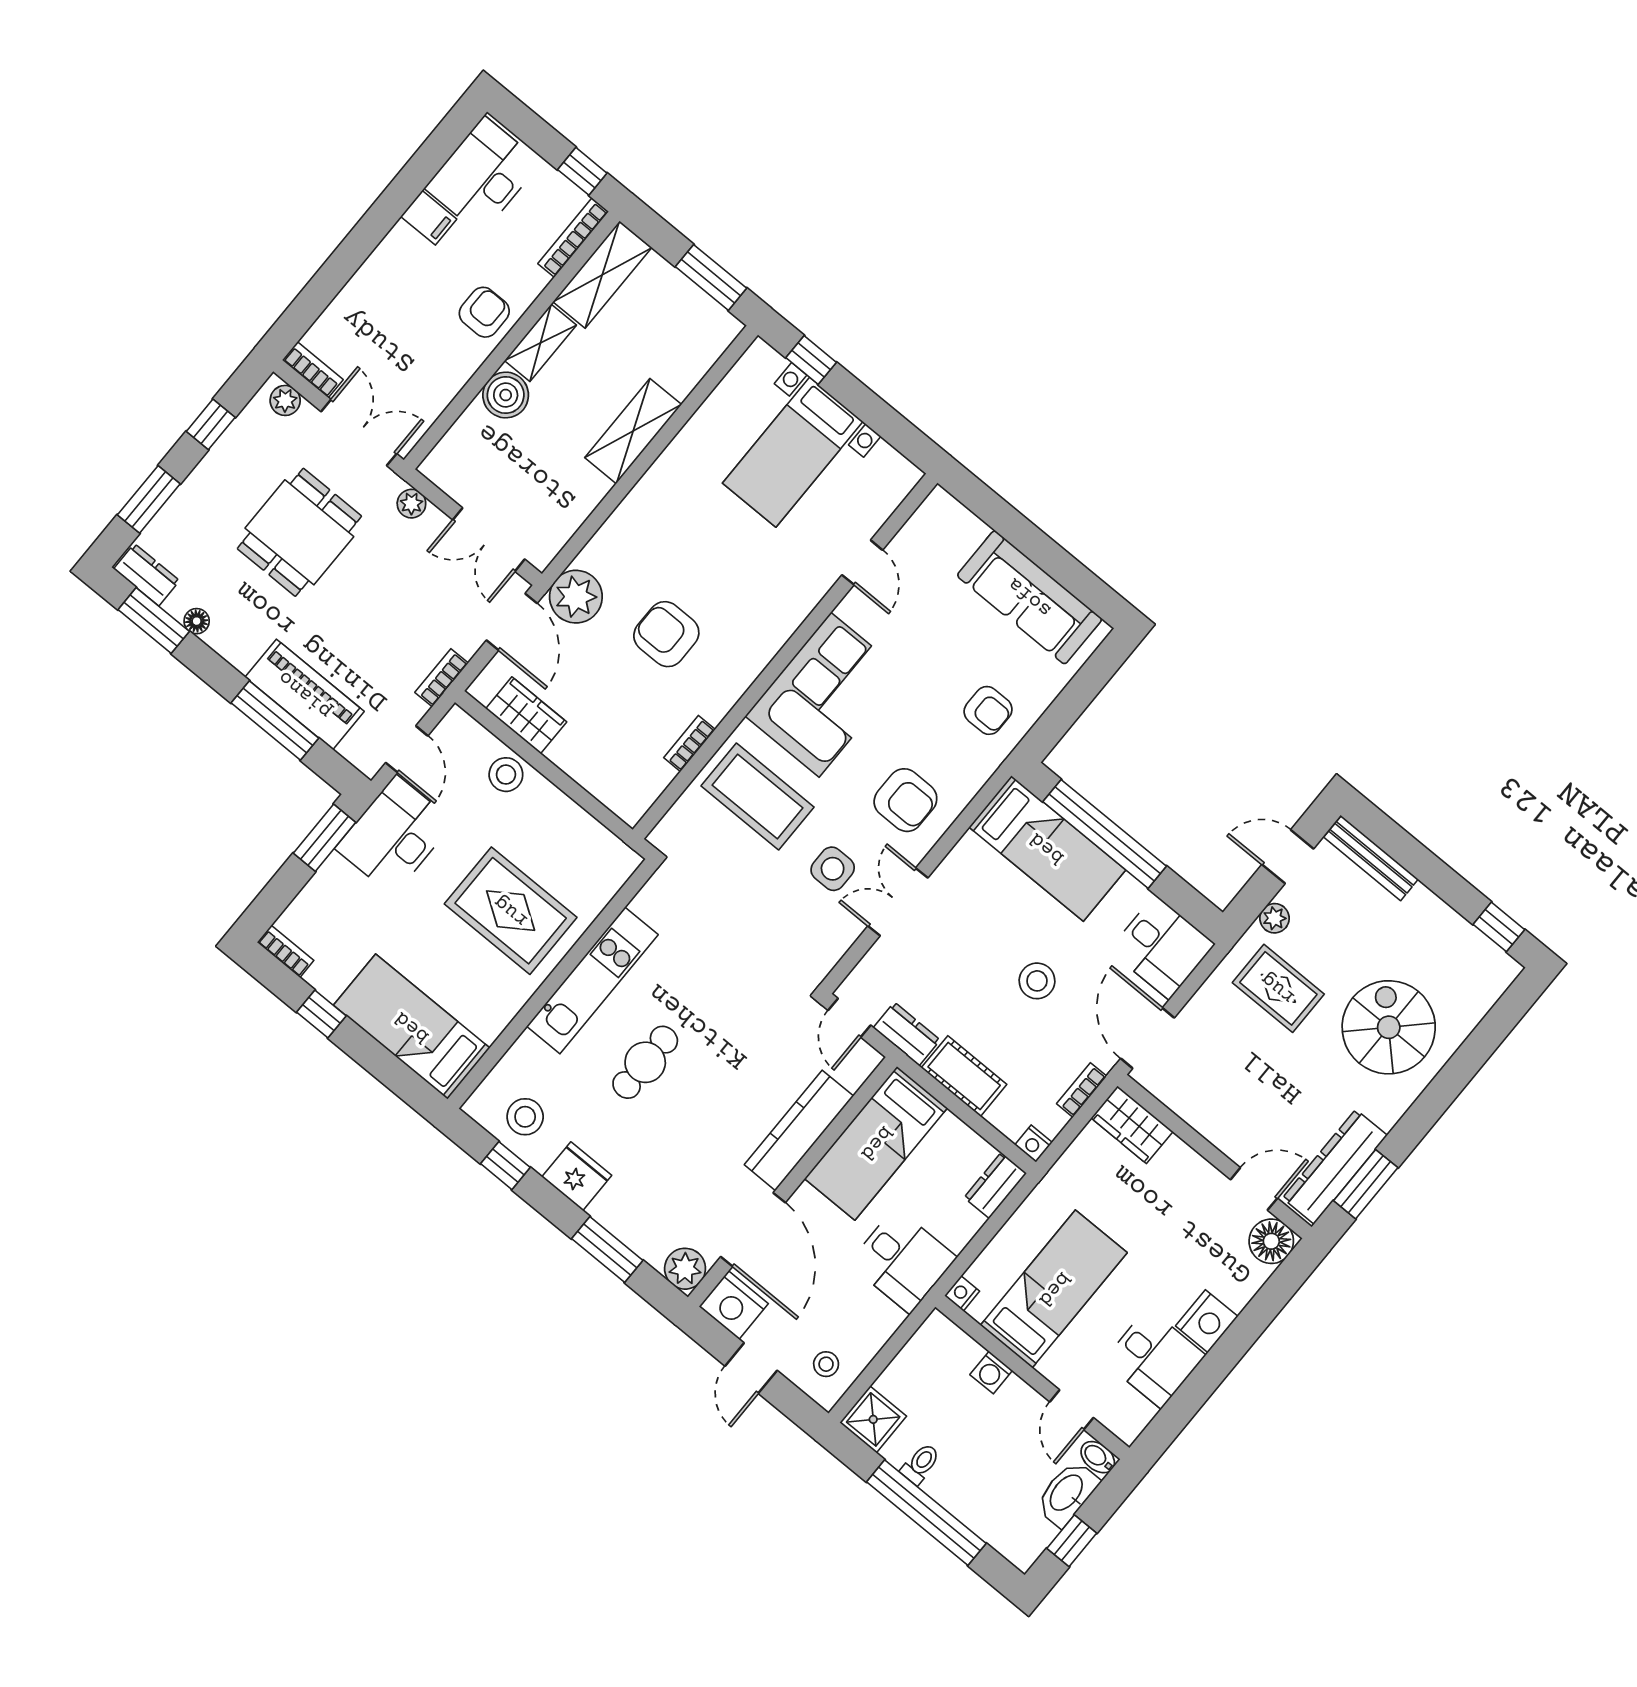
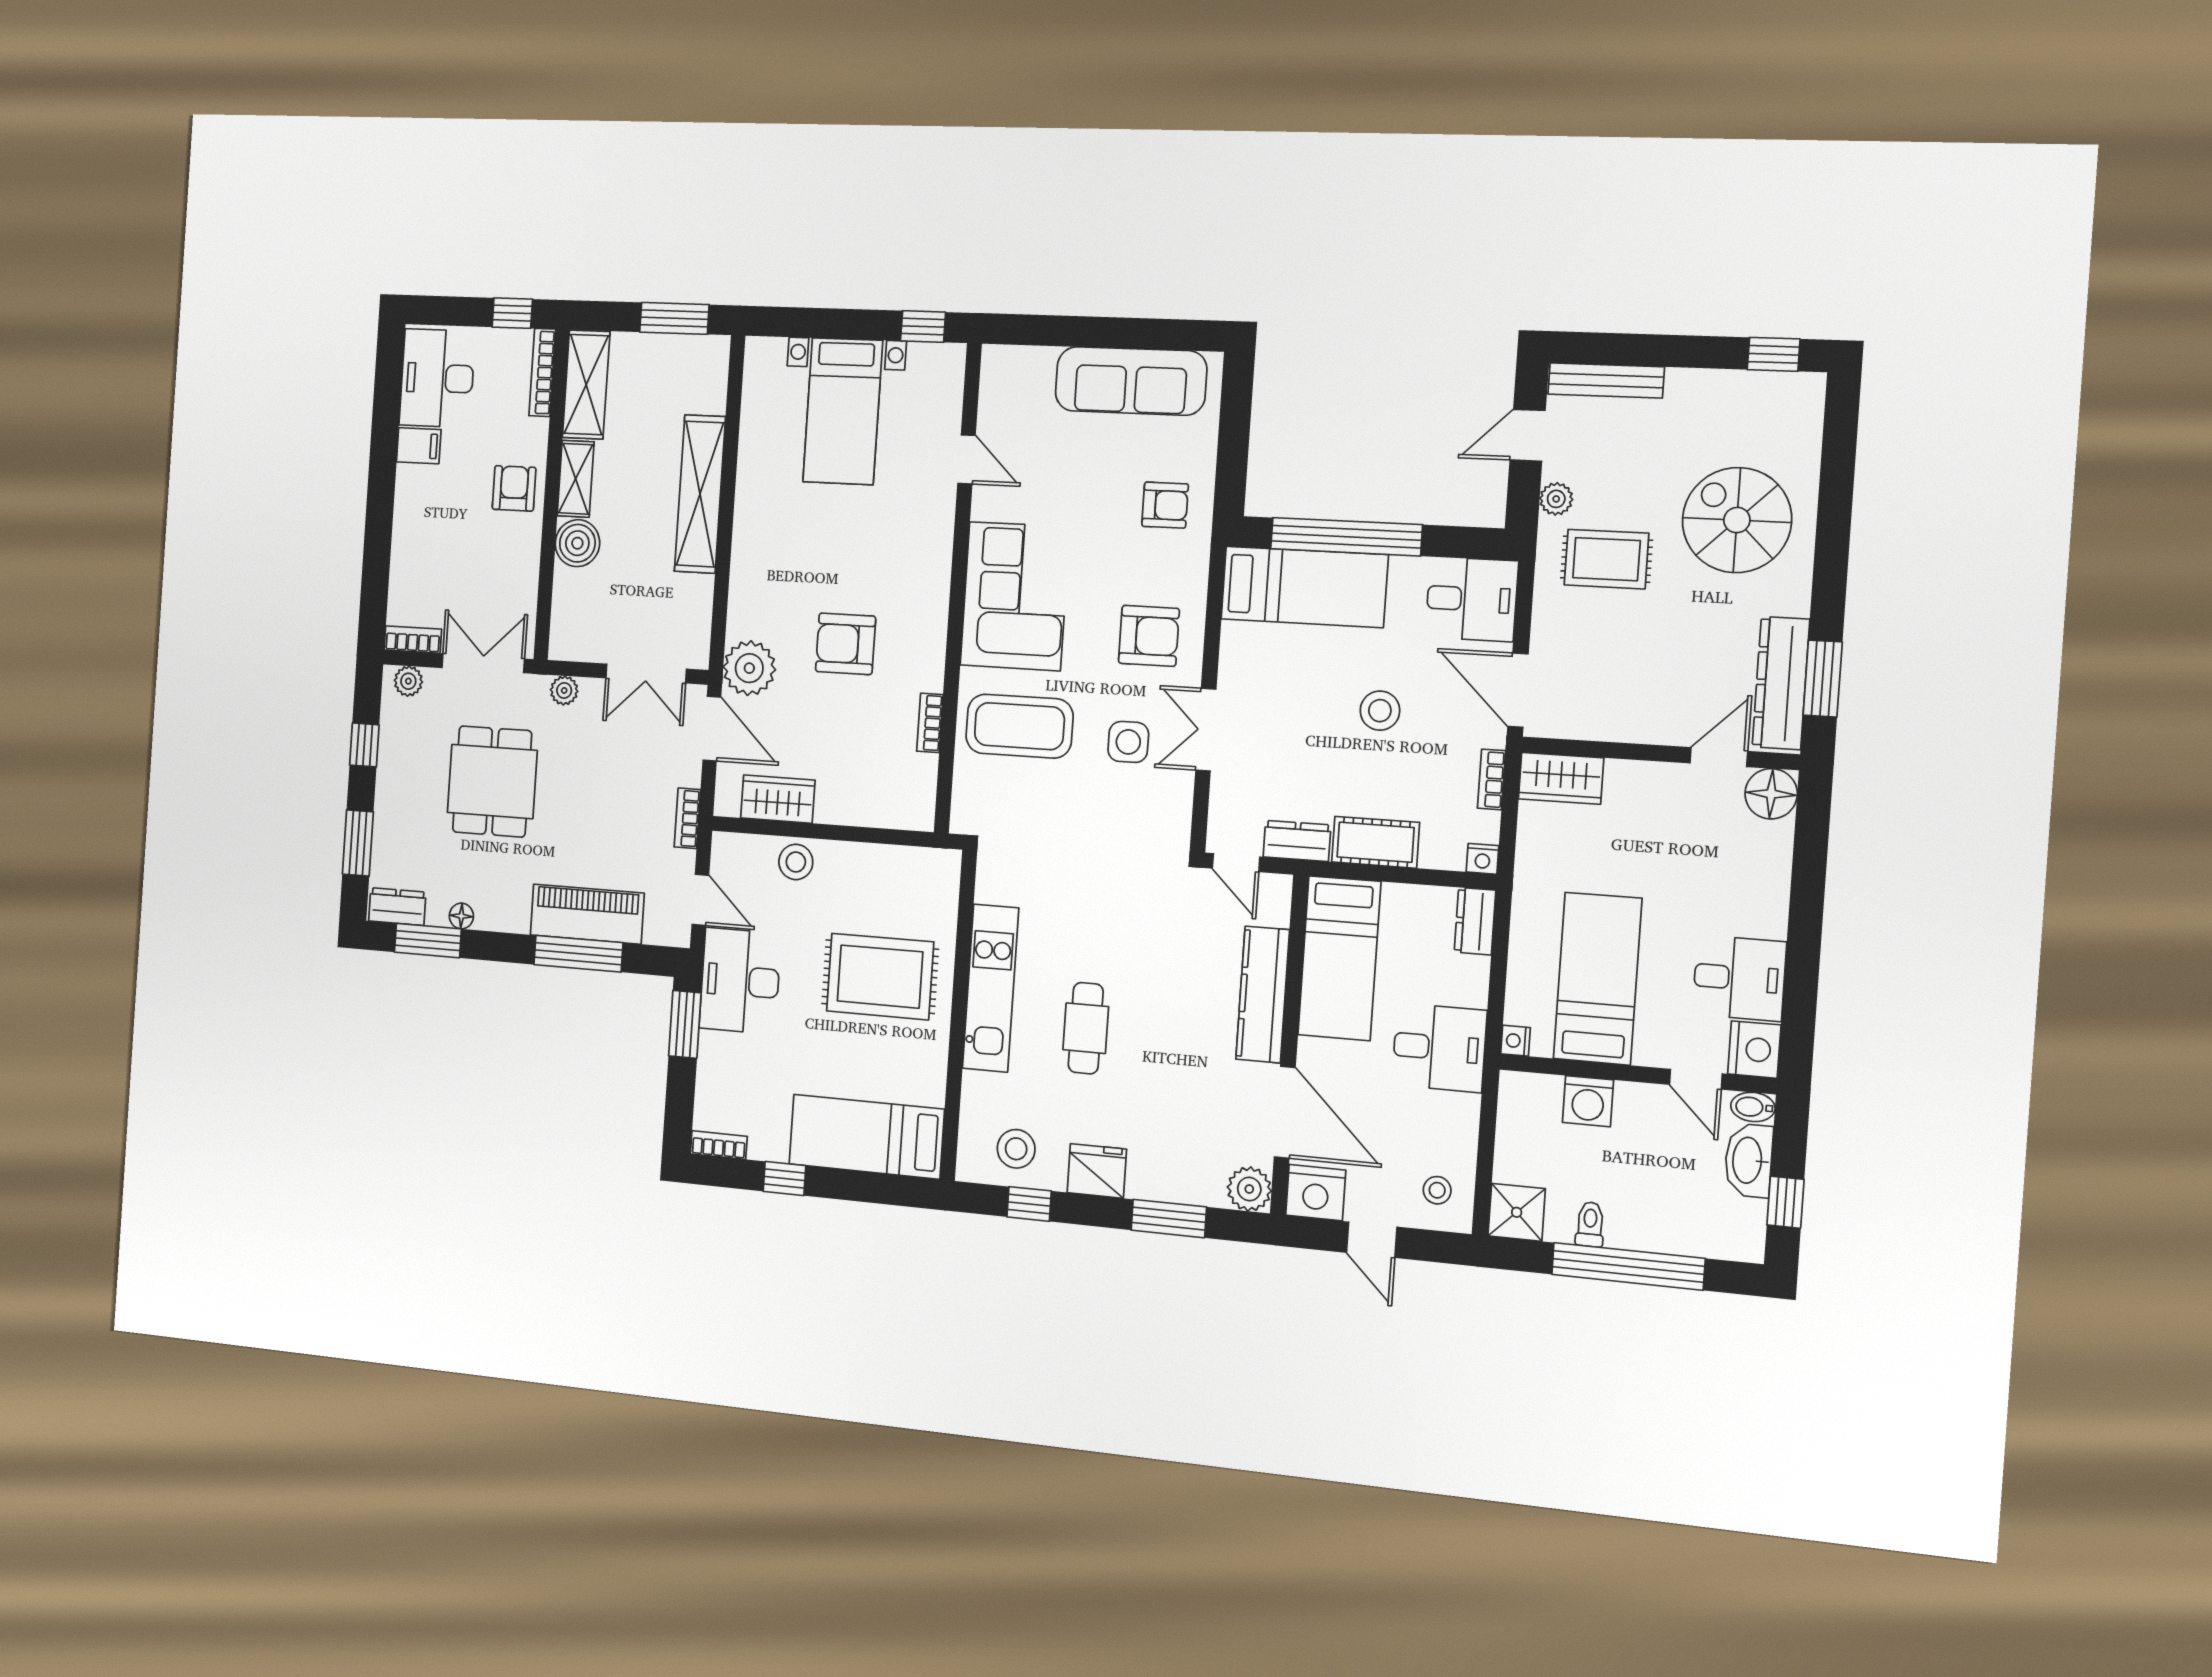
window: (811, 360) -> (923, 326), moved
shelving: (633, 431) -> (700, 494), width x1.47
nightstand: (1207, 1321) -> (1754, 1049), moved
washing machine: (991, 1372) -> (1588, 1101), width x1.38, depth x1.38

